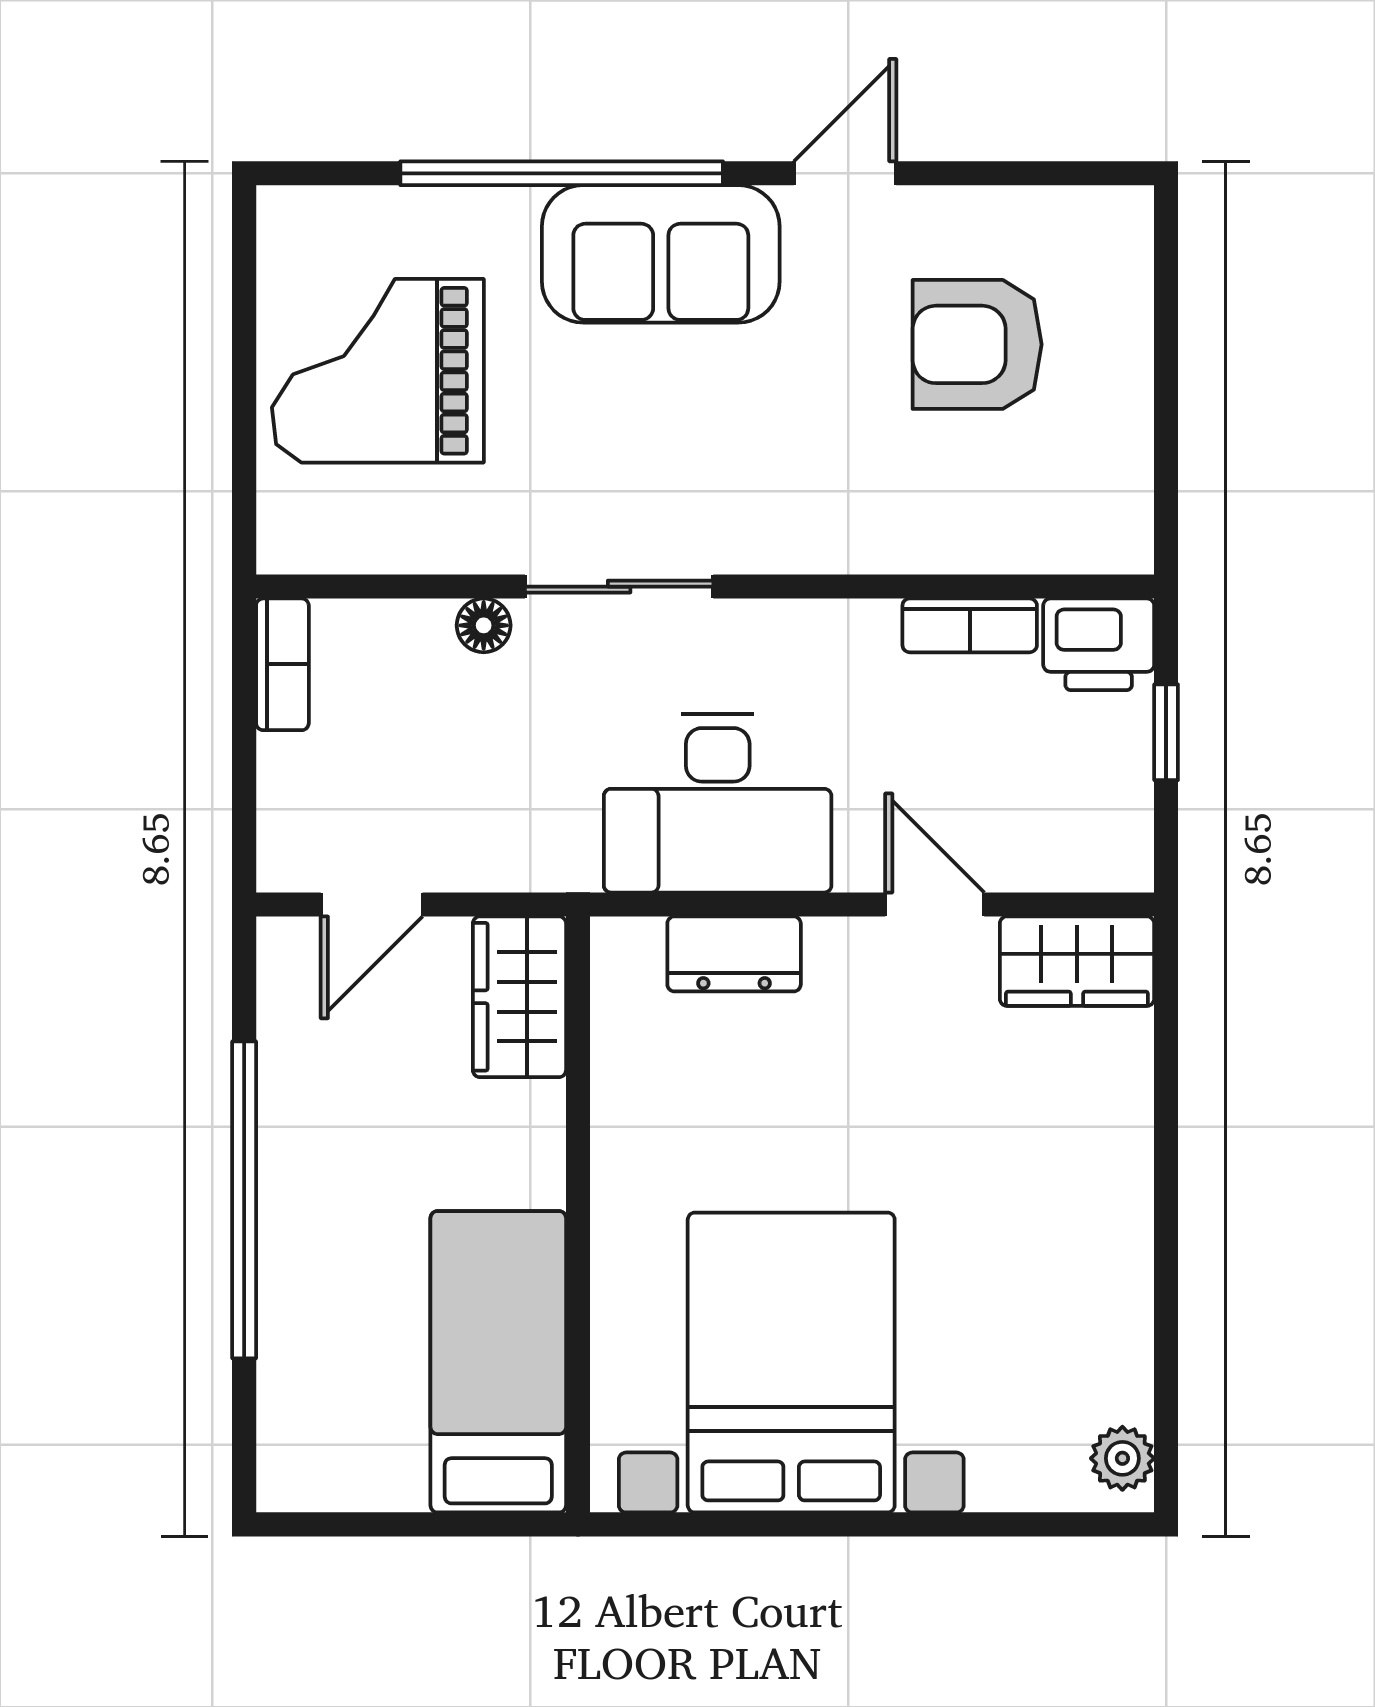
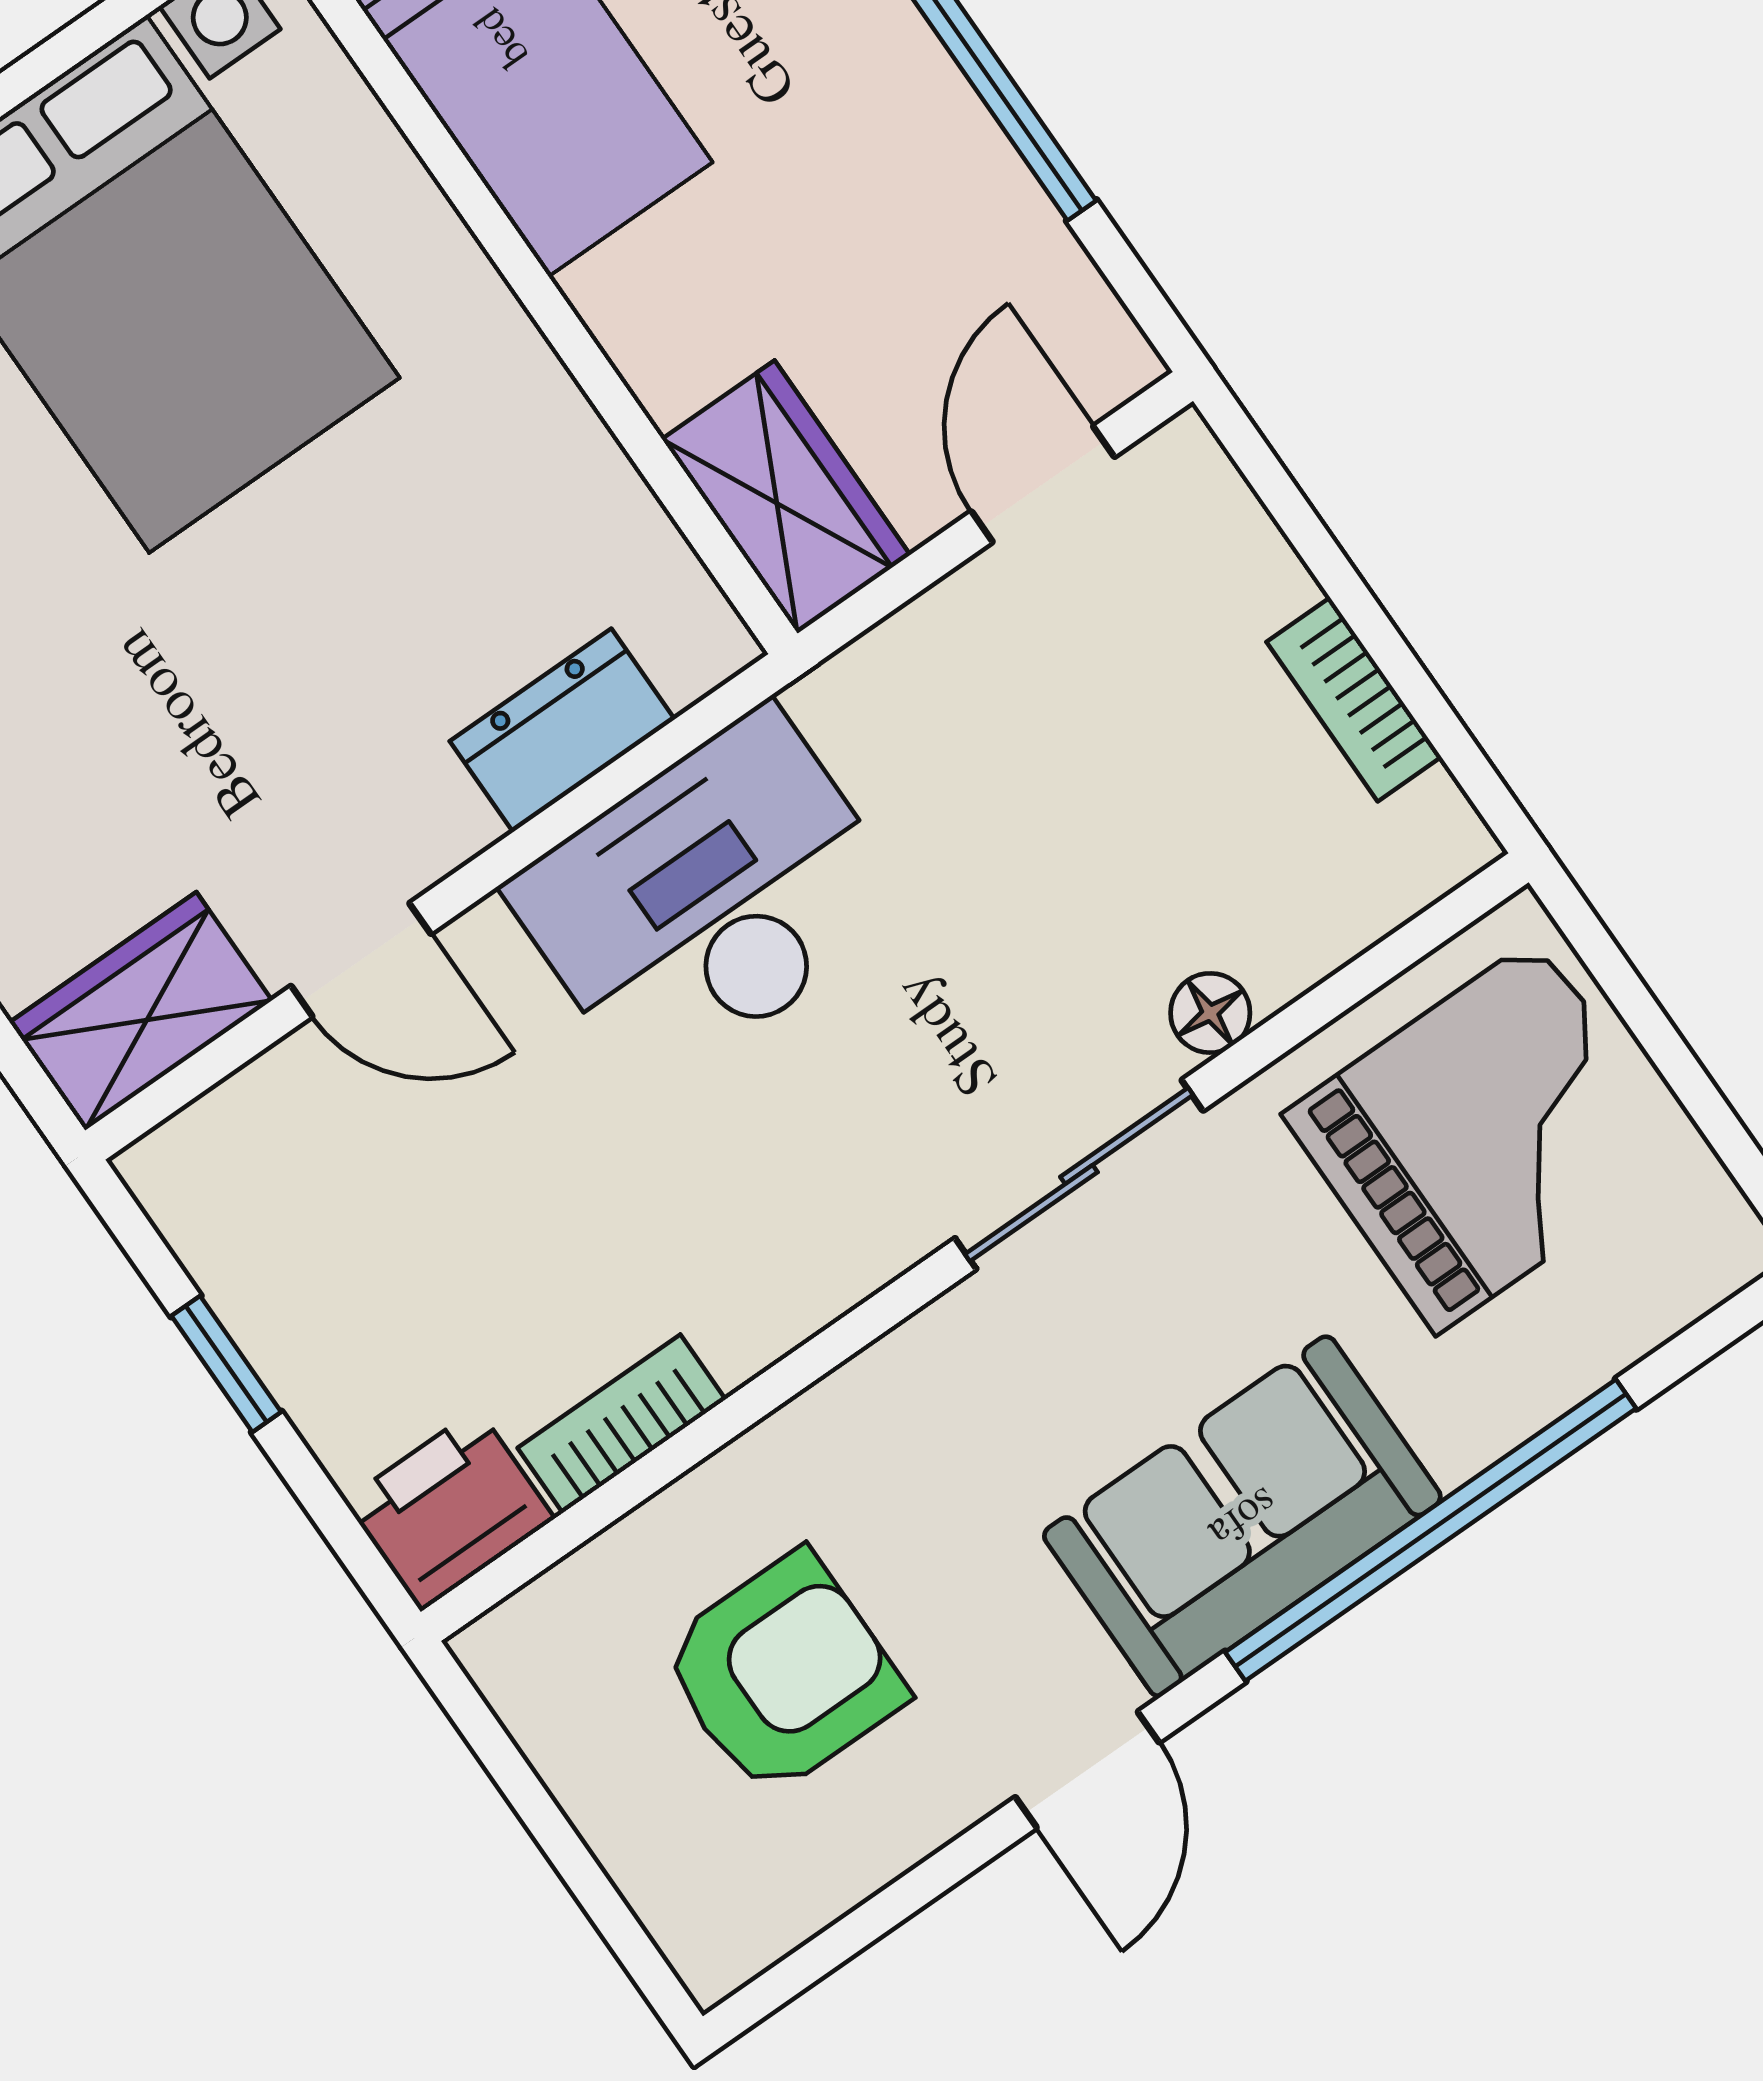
sliding door: (619, 587) -> (1079, 1174), moved
wall: (705, 587) -> (975, 1247), moved
floor lamp: (484, 625) -> (1210, 1013), moved
bookcase: (970, 625) -> (622, 1424), moved
printer: (1099, 644) -> (449, 1510), moved

